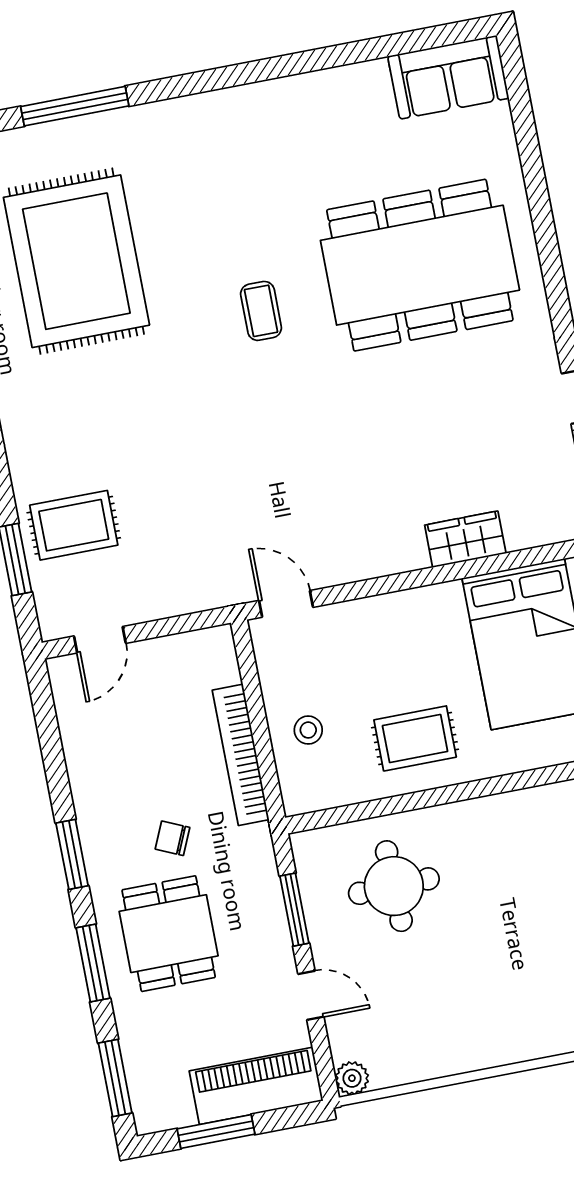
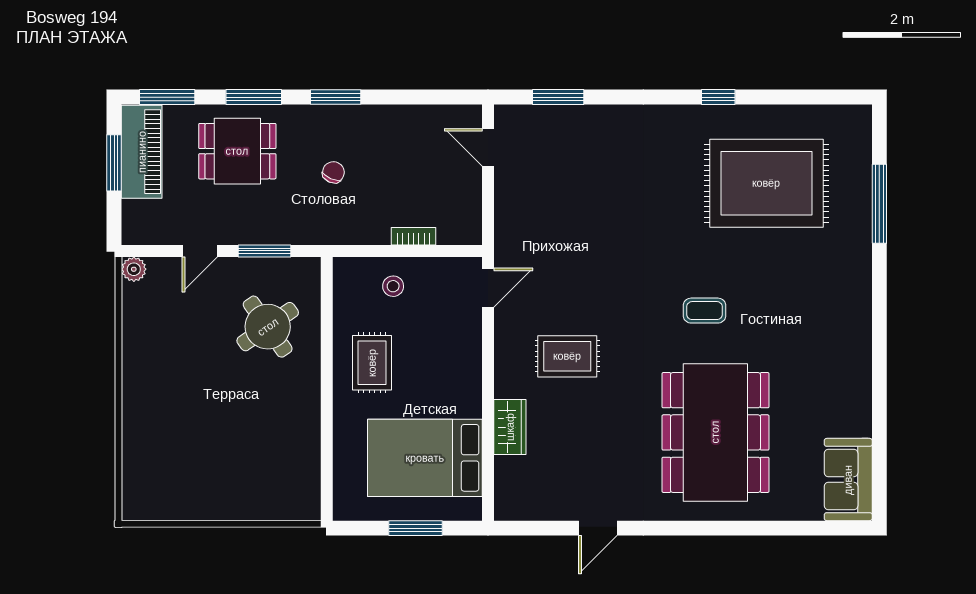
rug: (74, 525) -> (567, 356), moved, turned 90
bookcase: (241, 755) -> (414, 236), width x0.43, depth x0.76
round table: (394, 886) -> (268, 327), turned -34
dining table: (169, 934) -> (237, 151), moved
piano: (256, 1086) -> (142, 152), moved

